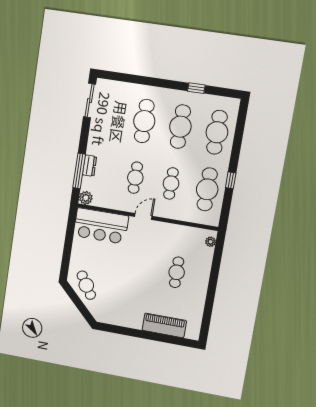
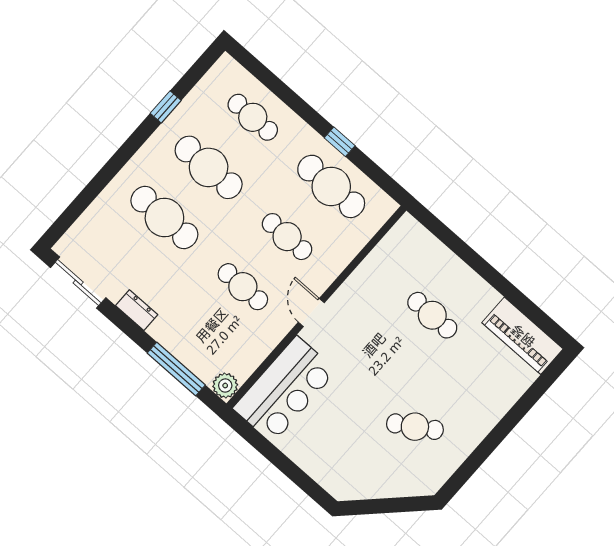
cafe table: (217, 132) -> (253, 117), width x0.73, depth x0.74
dresser: (90, 166) -> (137, 310), moved
plant: (211, 242) -> (416, 232), removed
cafe table: (86, 285) -> (415, 427), moved
piano: (164, 325) -> (523, 336), moved, turned -90

